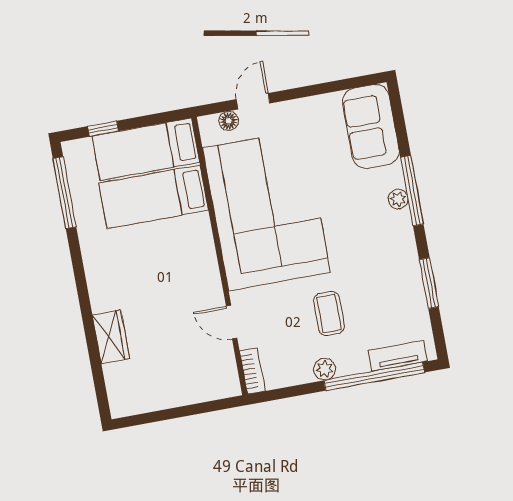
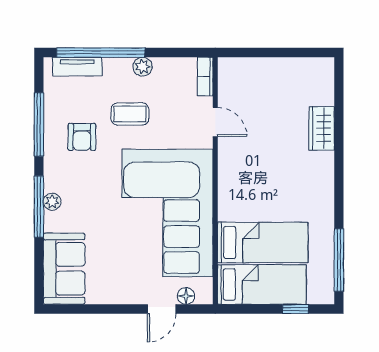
armchair: (378, 278) -> (82, 137), added
window: (429, 283) -> (39, 124), width x1.44
coffee table: (329, 313) -> (130, 114), turned 90

